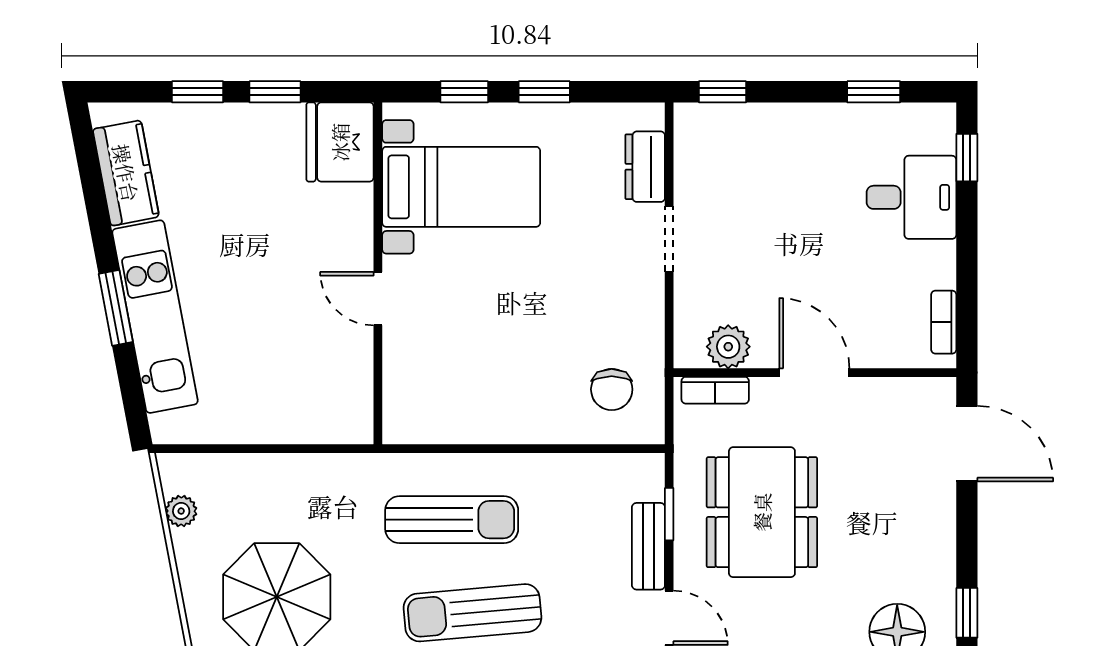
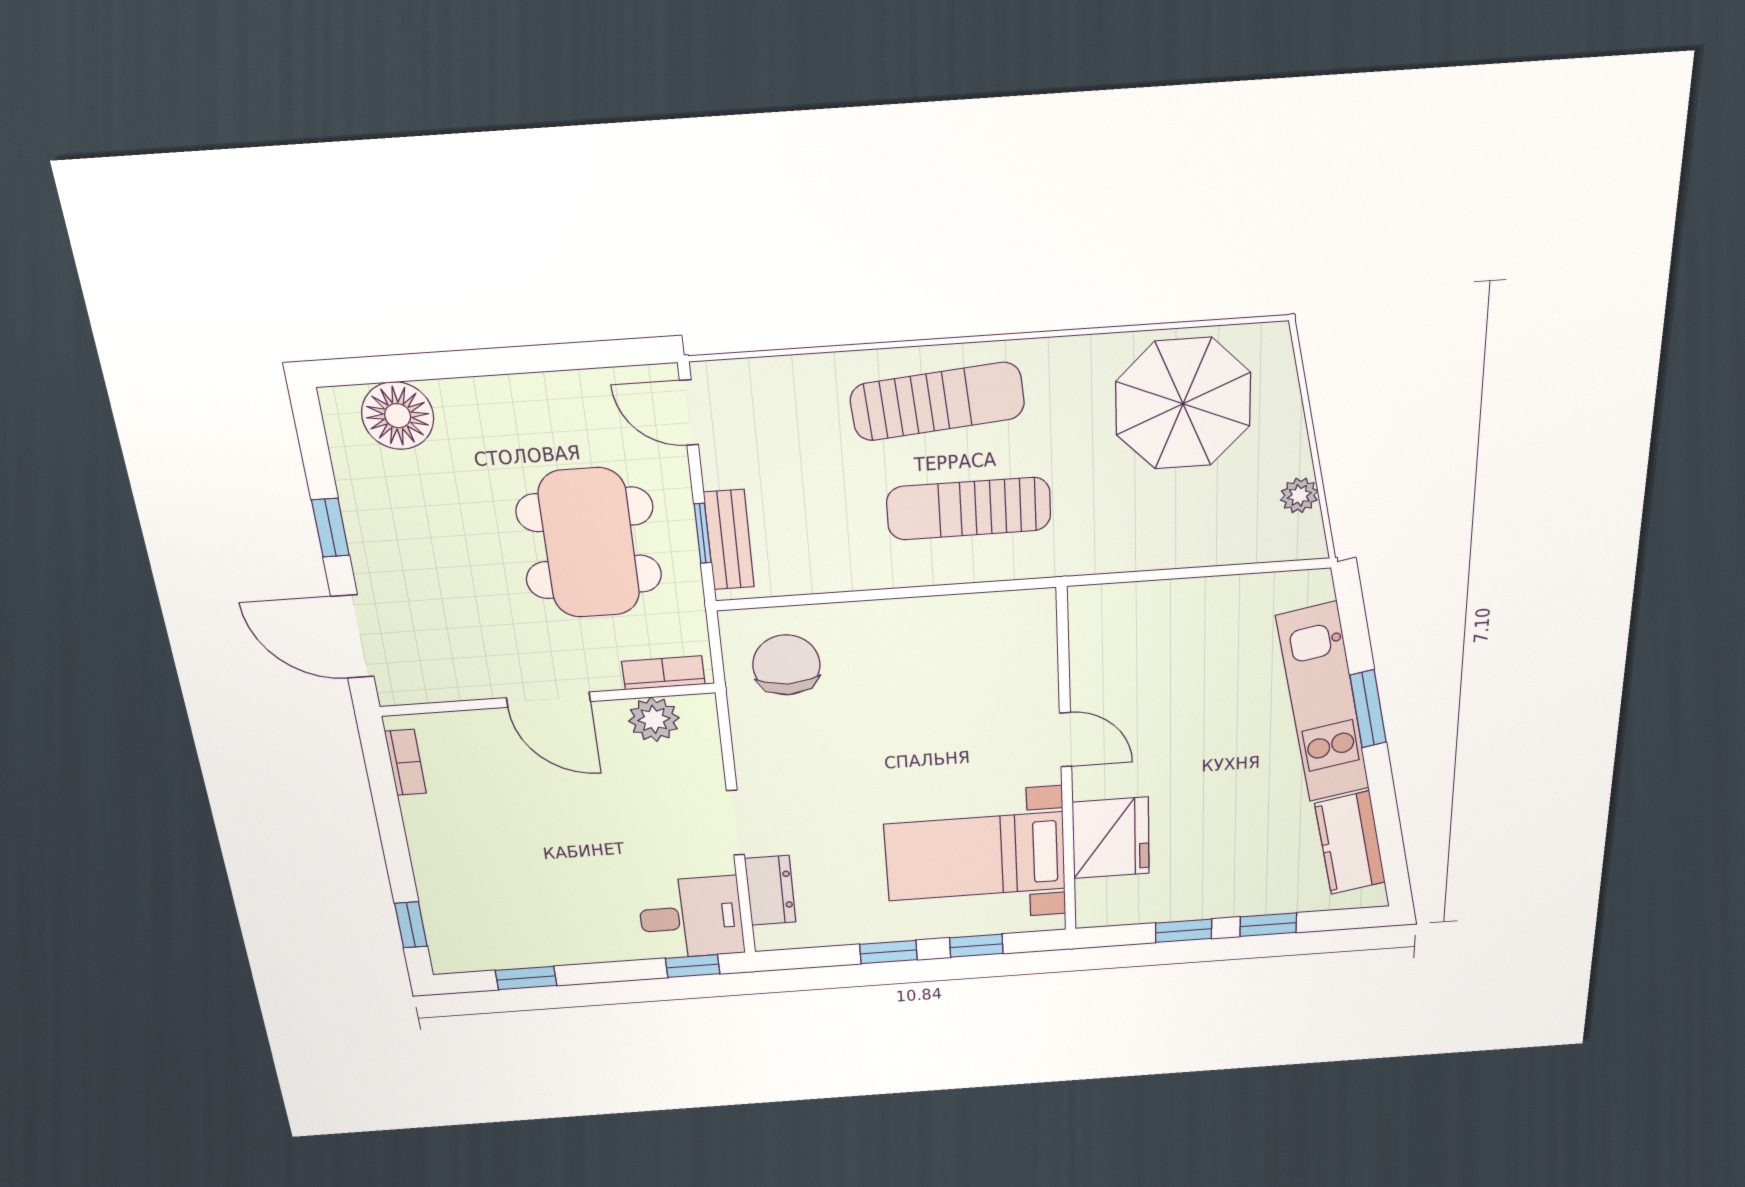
fridge: (340, 142) -> (1111, 838), moved
desk: (911, 197) -> (691, 918), moved, turned 180
chair: (612, 389) -> (786, 665), width x1.37, depth x1.37
bench: (648, 546) -> (729, 540), moved
window: (967, 613) -> (330, 528), moved

